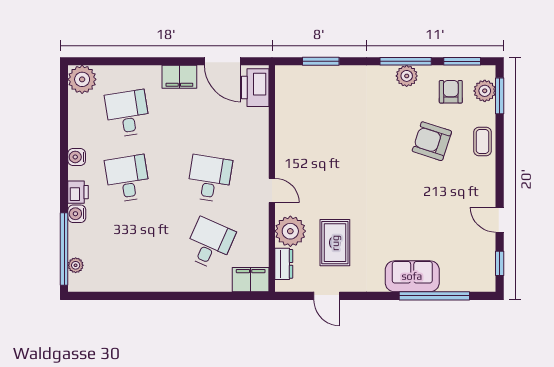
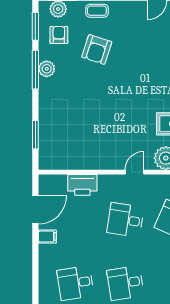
filing cabinet: (179, 77) -> (47, 236), width x0.50
printer: (255, 88) -> (82, 185), moved
armchair: (451, 92) -> (59, 35), turned 90

